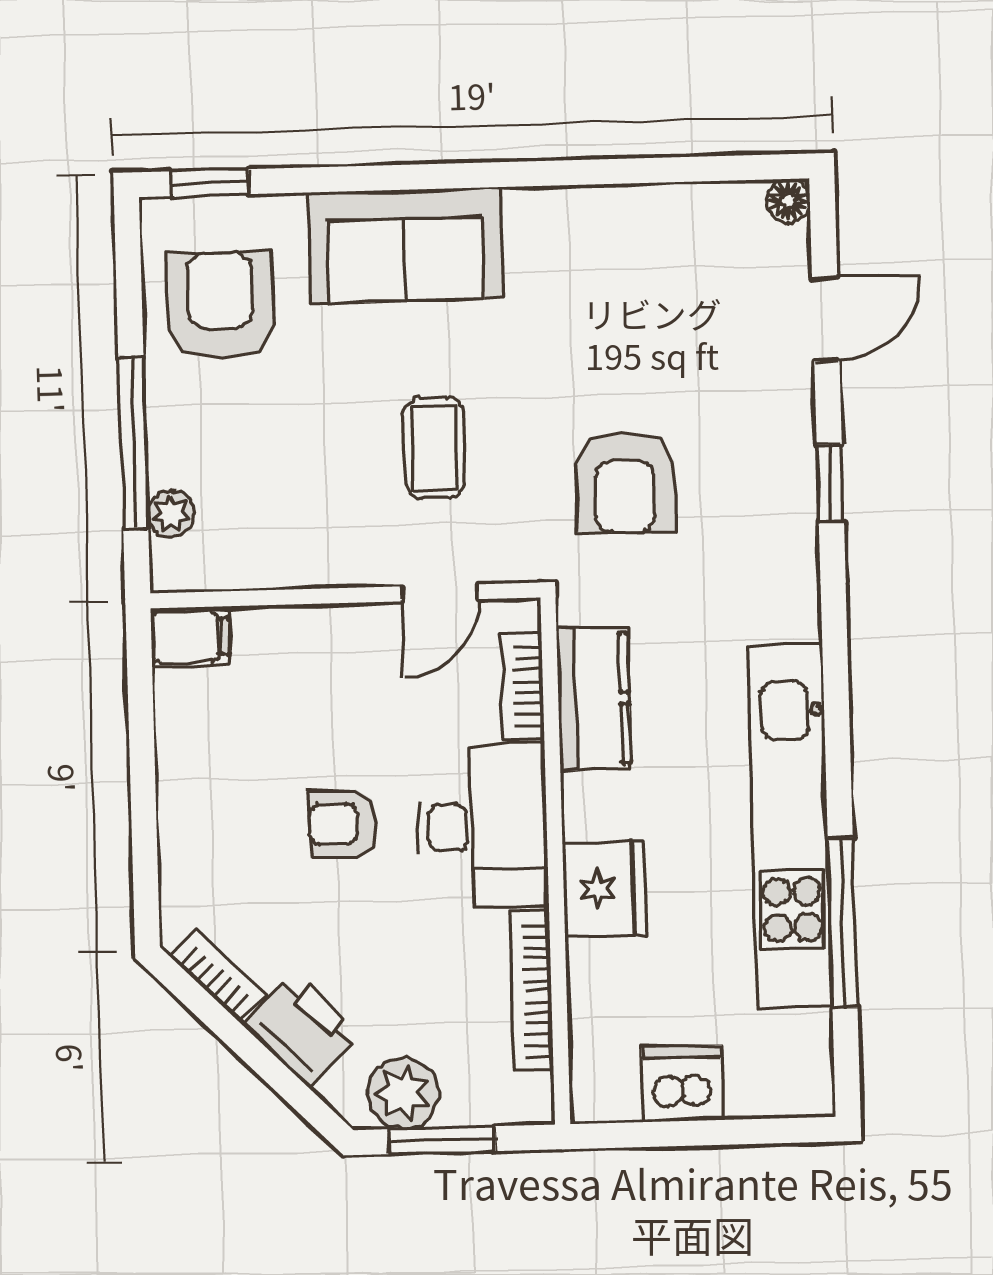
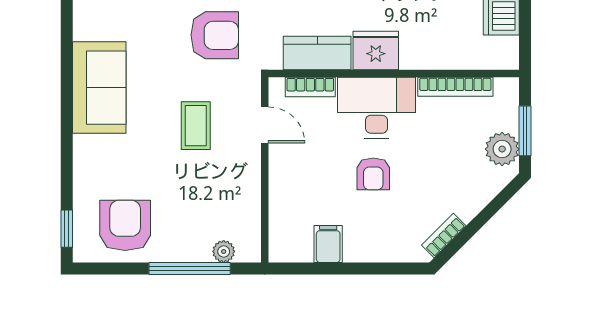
sofa: (405, 246) -> (99, 88), moved
armchair: (220, 305) -> (125, 225), turned 90
coffee table: (434, 448) -> (196, 126), turned 90
filing cabinet: (190, 637) -> (328, 244), moved
fridge: (604, 889) -> (376, 51), moved
printer: (302, 1030) -> (471, 196), removed

